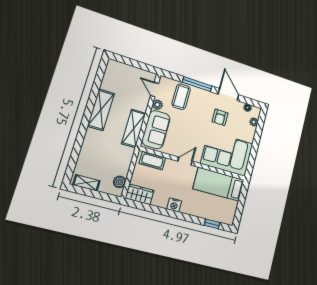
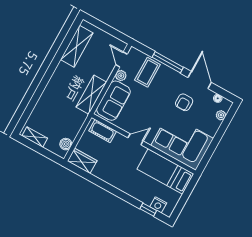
shelving: (101, 110) -> (77, 46), moved
nightstand: (174, 205) -> (158, 205), moved

